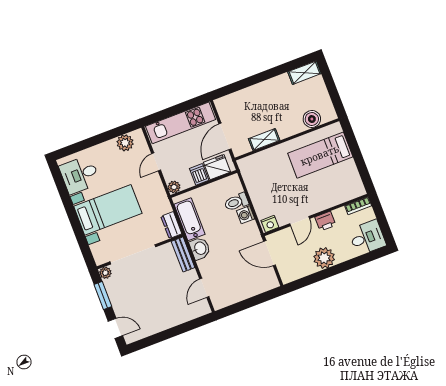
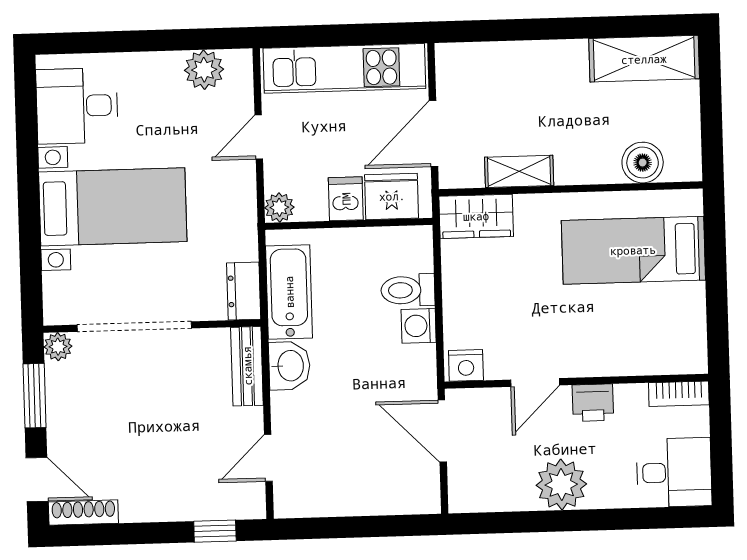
shelving: (304, 73) -> (644, 59), width x1.50, depth x1.33
wardrobe: (253, 163) -> (476, 216), added
window: (193, 324) -> (215, 531), added
shoe rack: (138, 335) -> (83, 513), added

